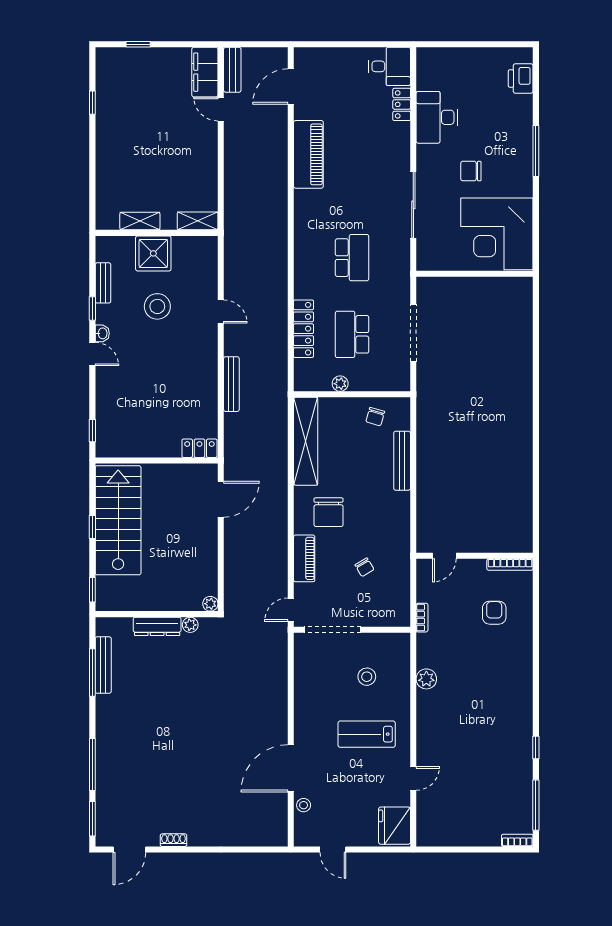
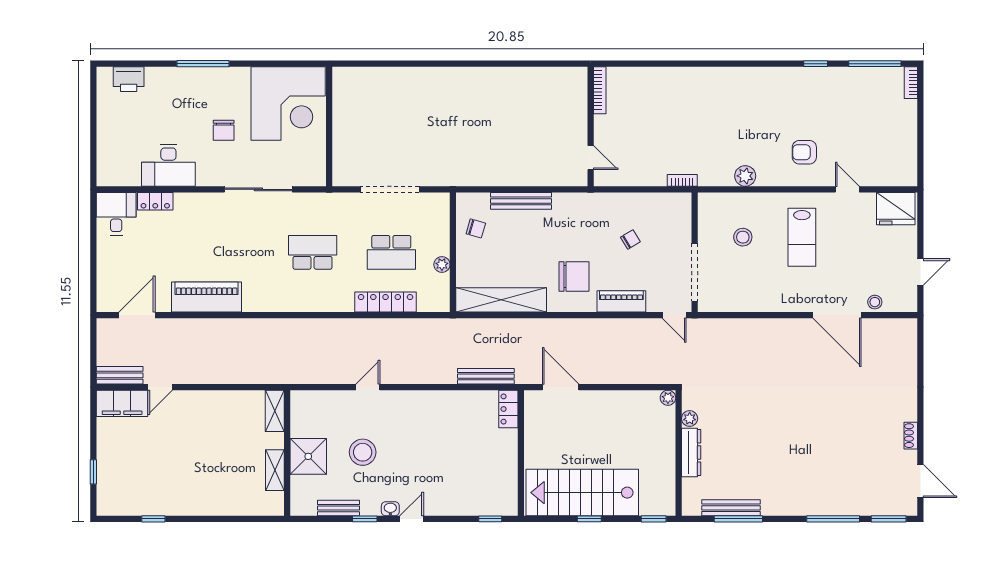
door: (291, 87) -> (137, 315), swing flipped
bench: (231, 384) -> (486, 376), moved
door: (444, 556) -> (591, 158), moved
wall: (475, 556) -> (591, 126), moved
bookcase: (510, 565) -> (600, 90), moved
armchair: (494, 613) -> (804, 152), moved

